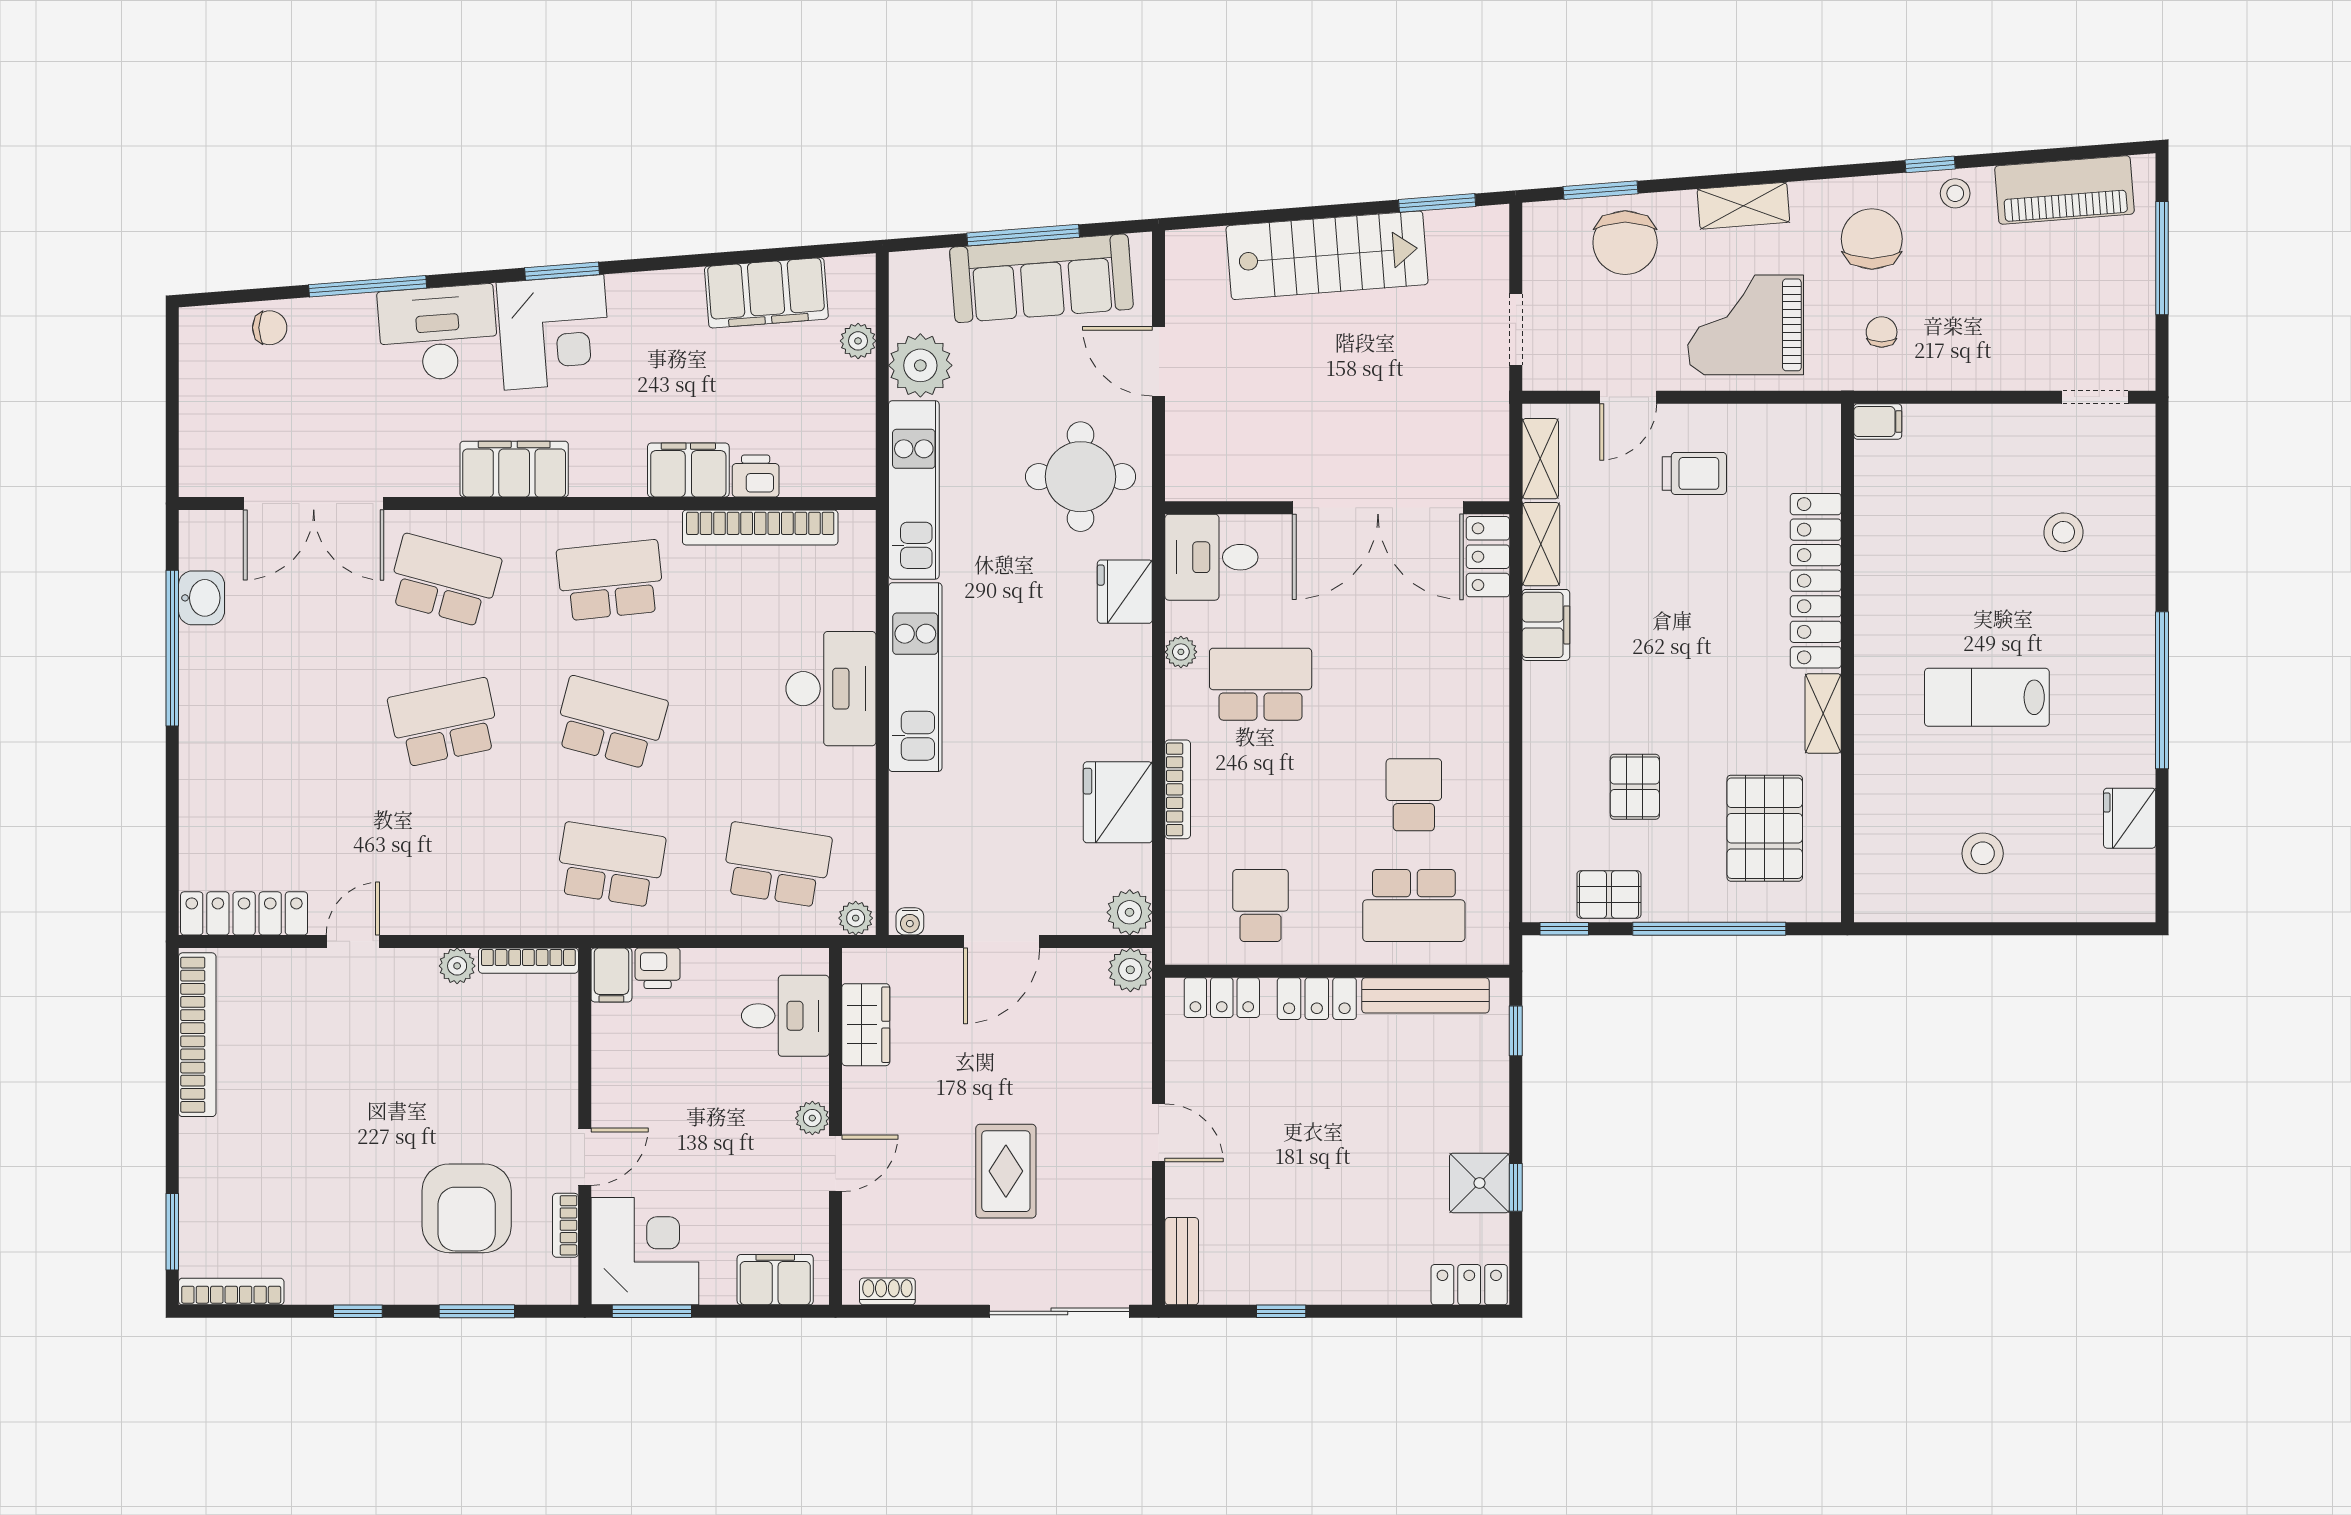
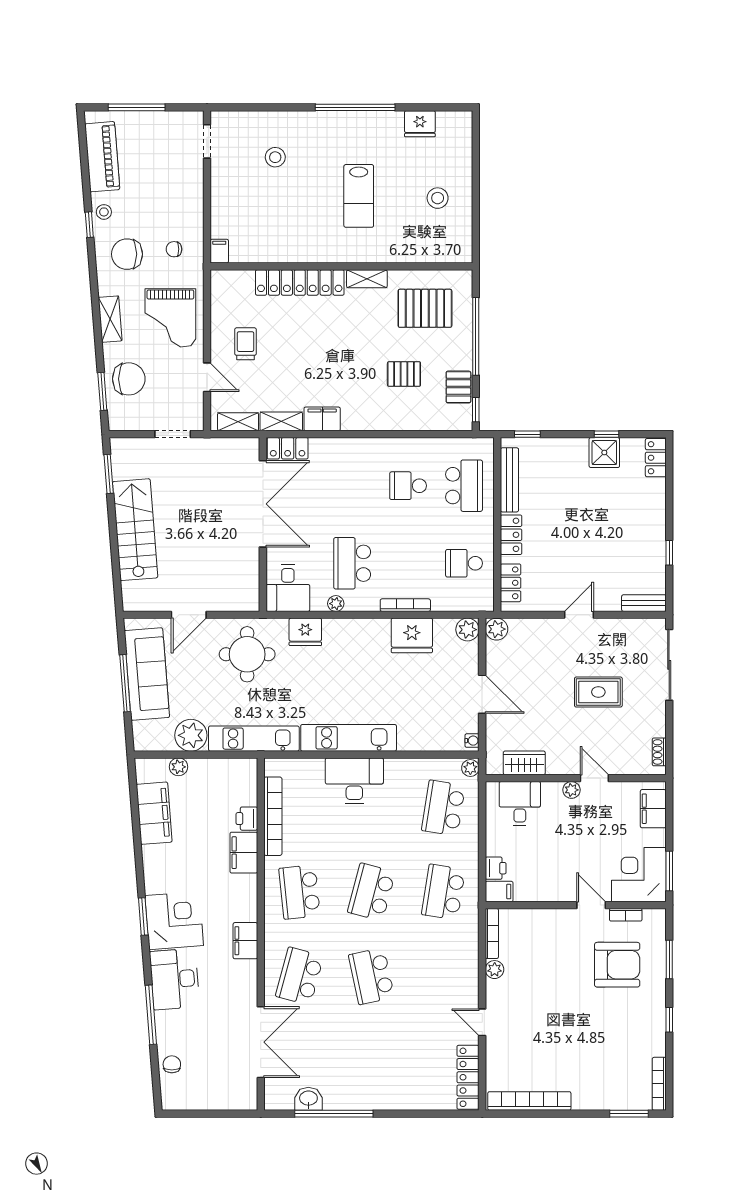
filing cabinet: (514, 469) -> (245, 941), width x0.67, depth x0.86

